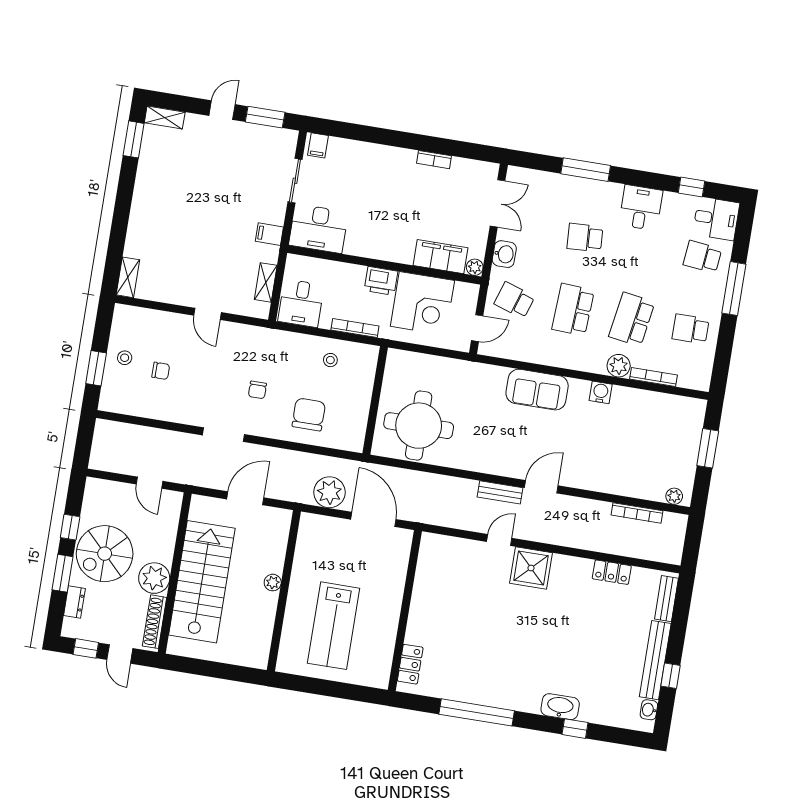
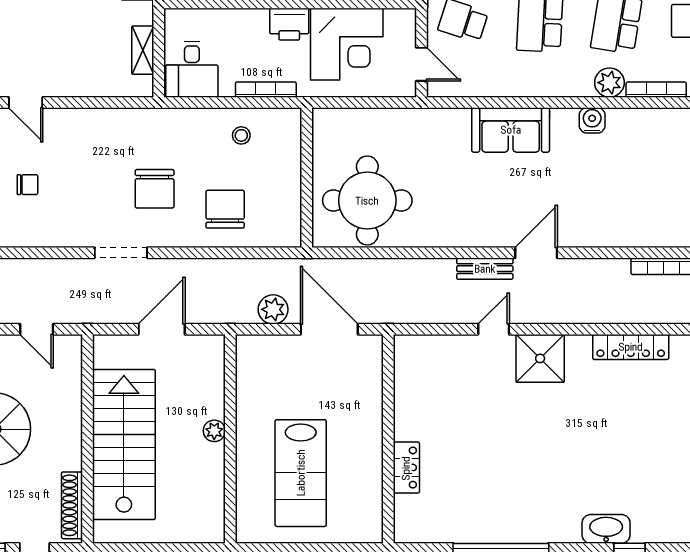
door: (207, 314) -> (26, 102), moved
door: (477, 328) -> (421, 64), hinge flipped
chair: (257, 390) -> (155, 189), width x1.87, depth x1.87
plant: (329, 492) -> (273, 309), width x0.73, depth x0.73
locker: (612, 572) -> (631, 347), width x1.53
plant: (154, 578) -> (62, 450), removed
locker: (410, 664) -> (406, 468), moved

